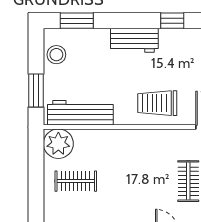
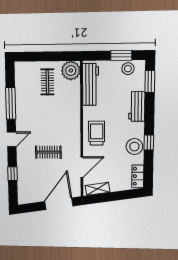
workbench: (134, 40) -> (137, 106), moved
stool: (179, 43) -> (134, 147), added
window: (36, 90) -> (121, 55), moved

